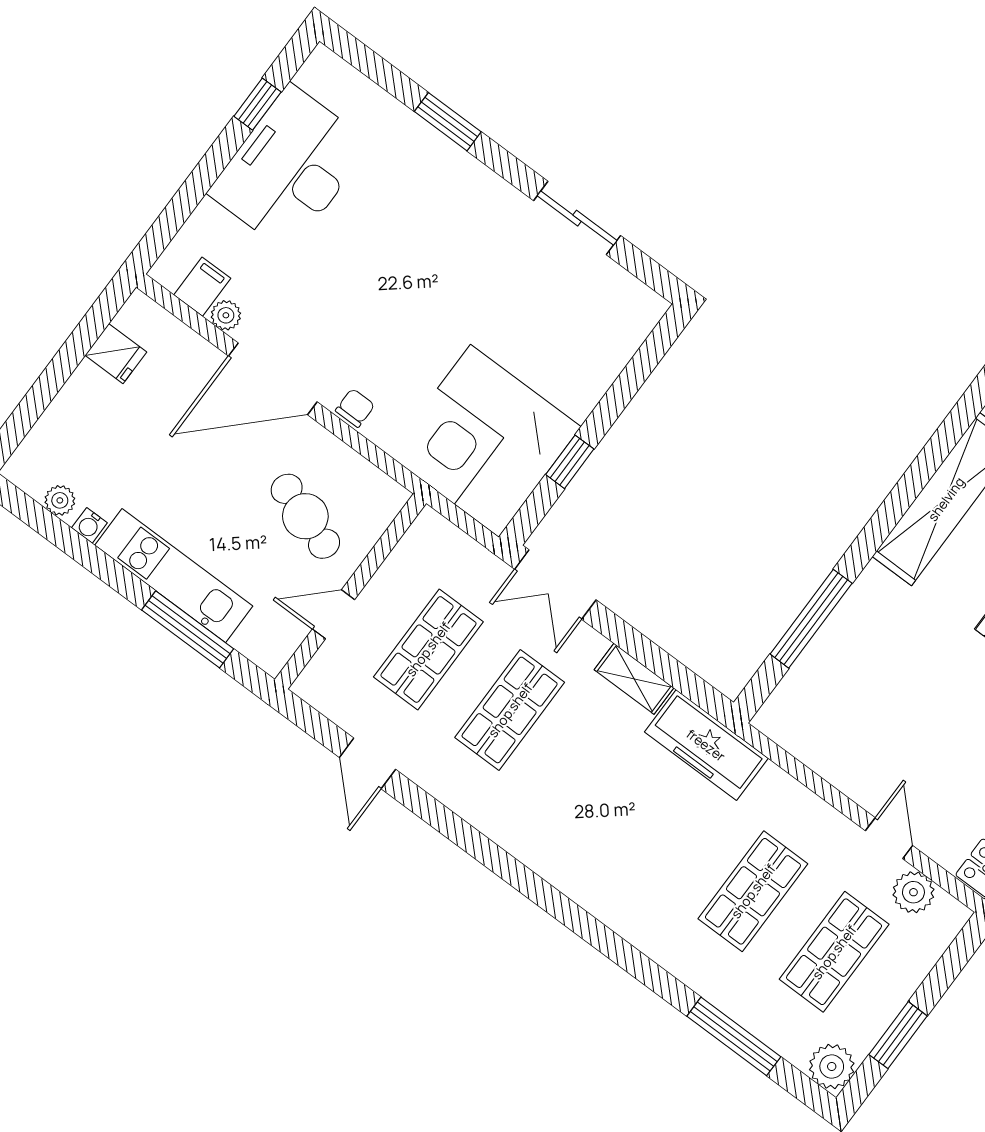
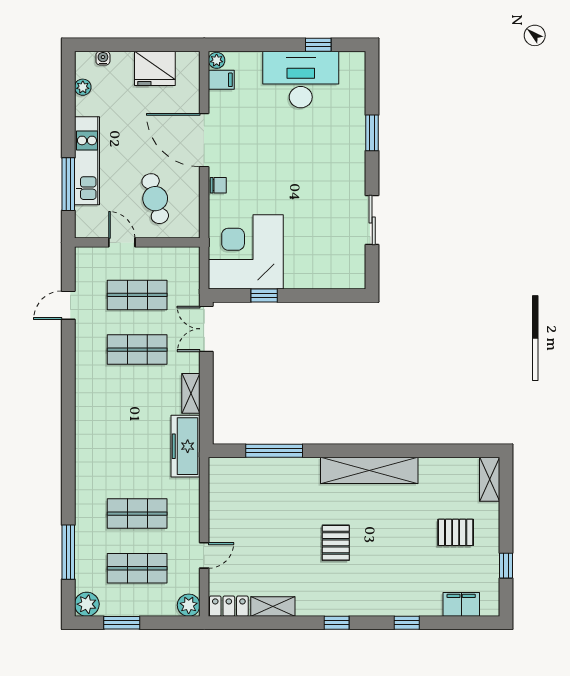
plant: (226, 315) -> (217, 60), moved
fridge: (116, 354) -> (155, 68), width x1.88, depth x1.34
cafe table: (305, 516) -> (155, 199), turned -34
water cooler: (89, 525) -> (103, 58), moved, turned 90
plant: (913, 892) -> (189, 605), moved

